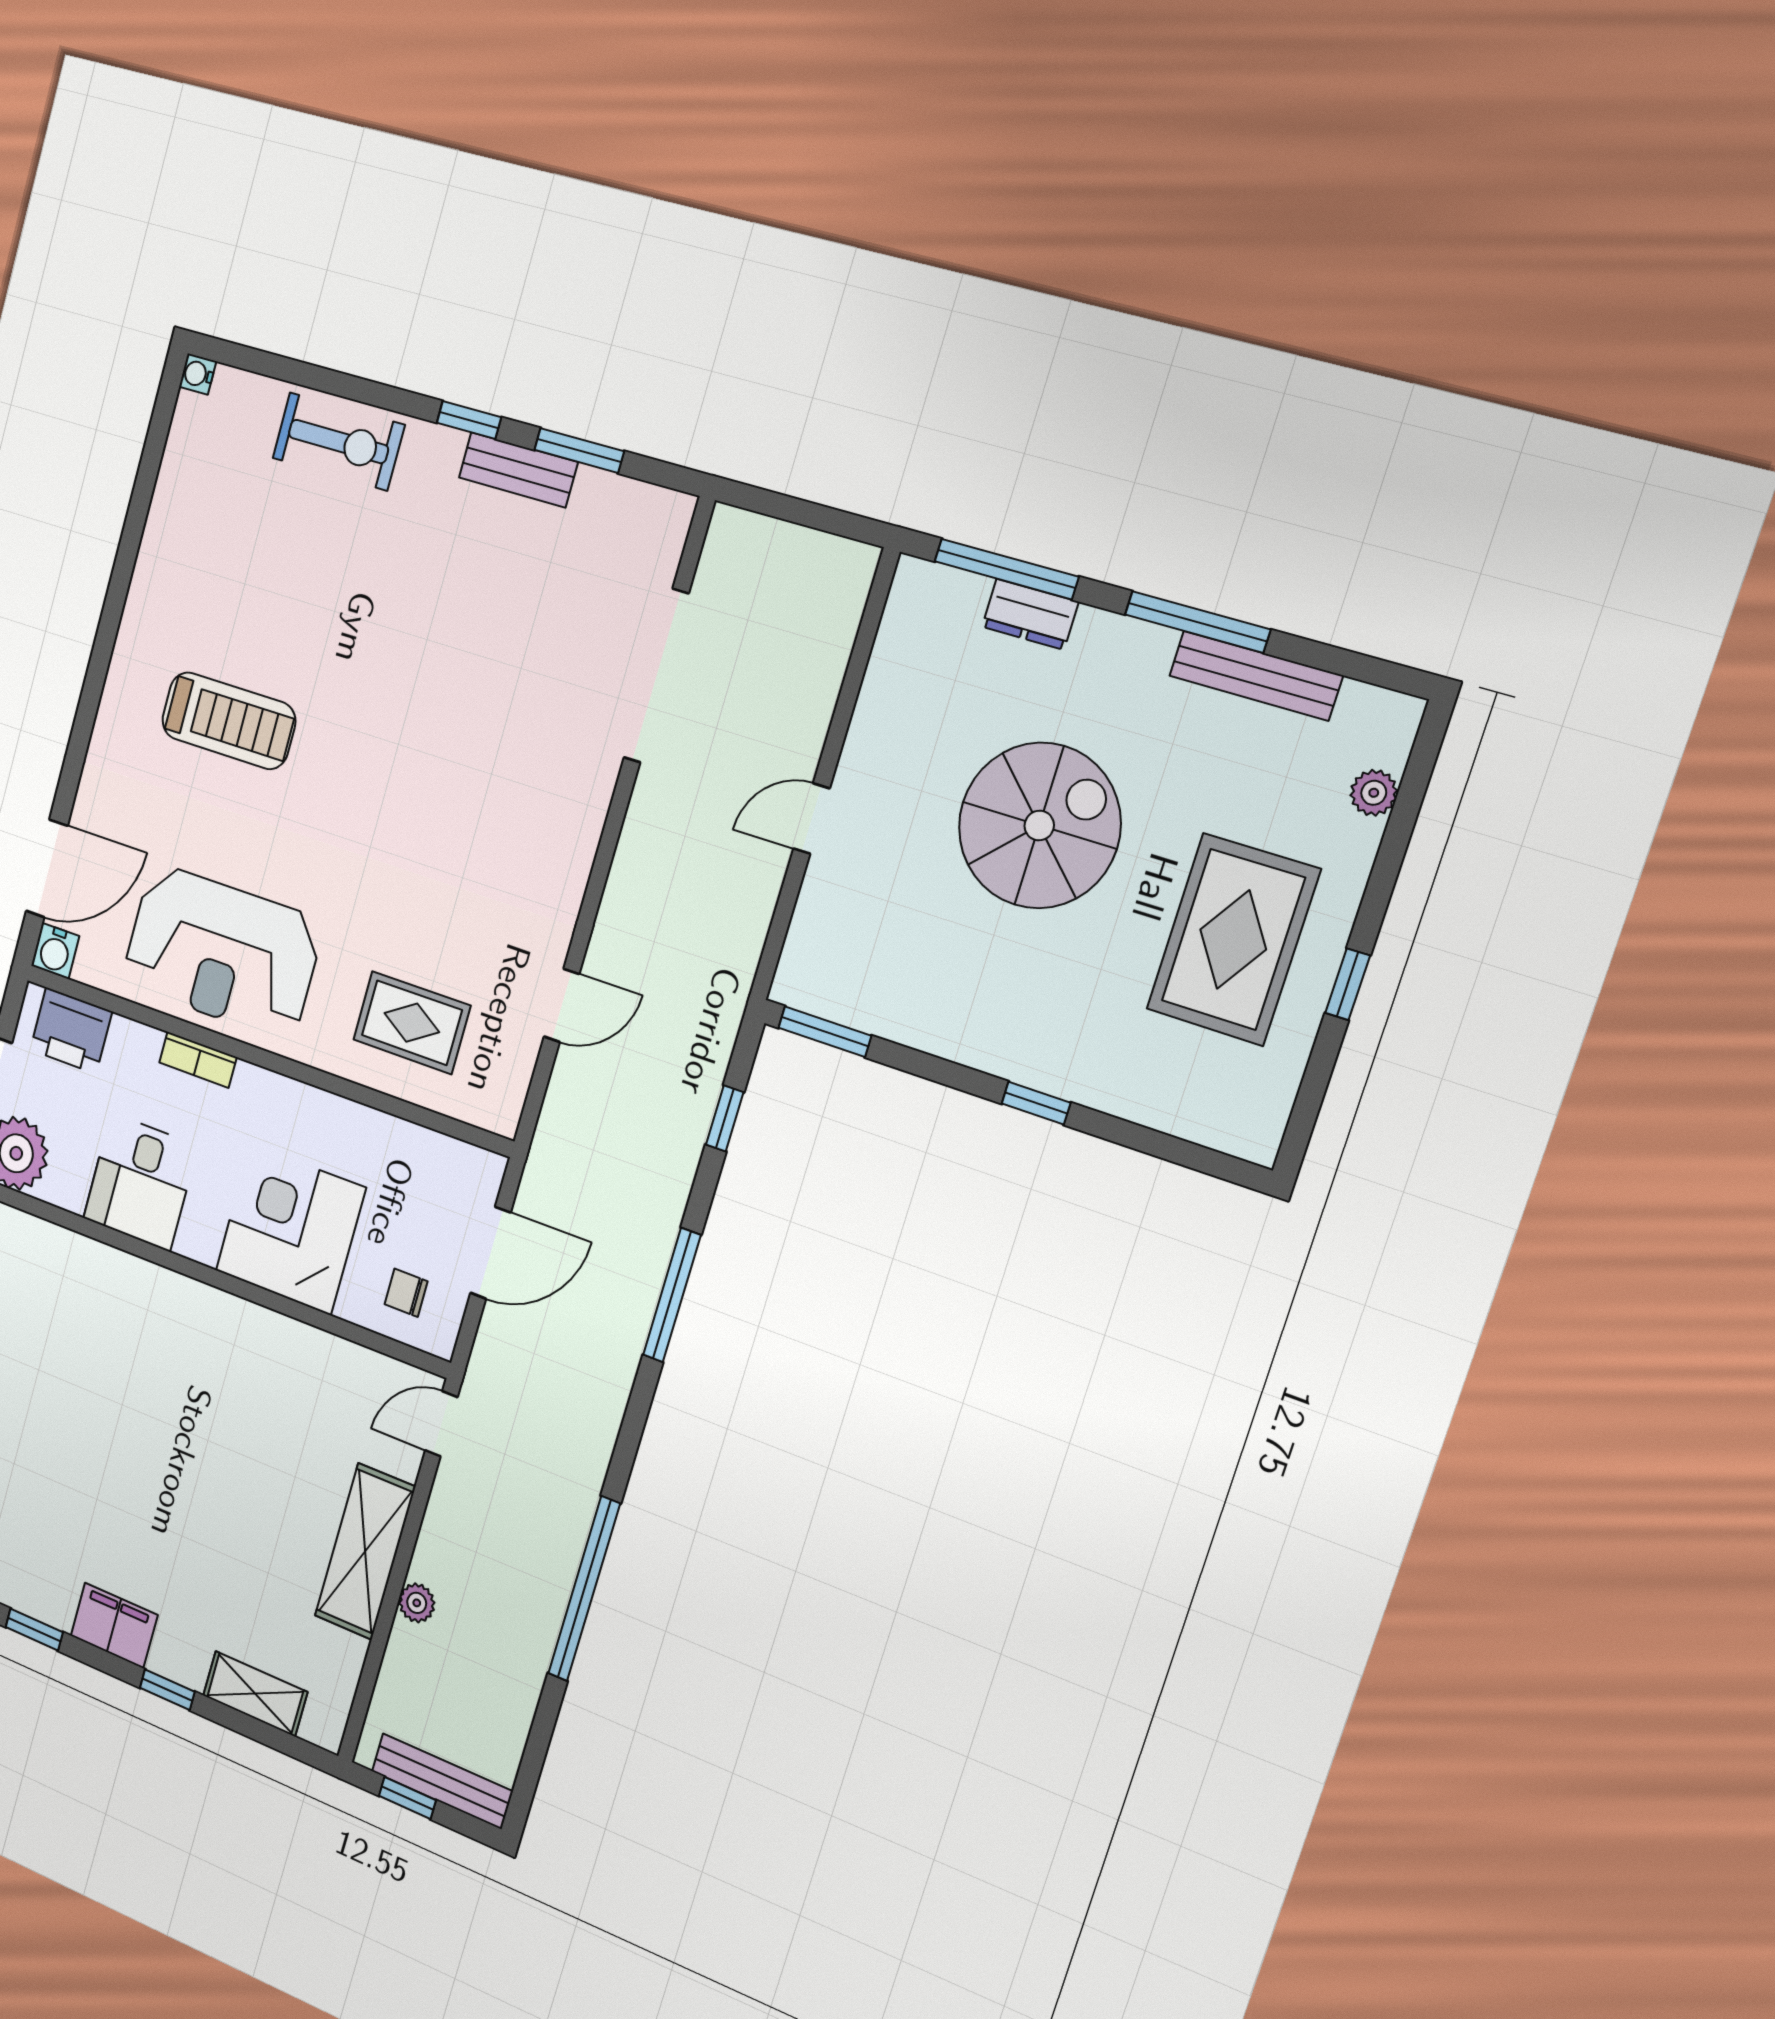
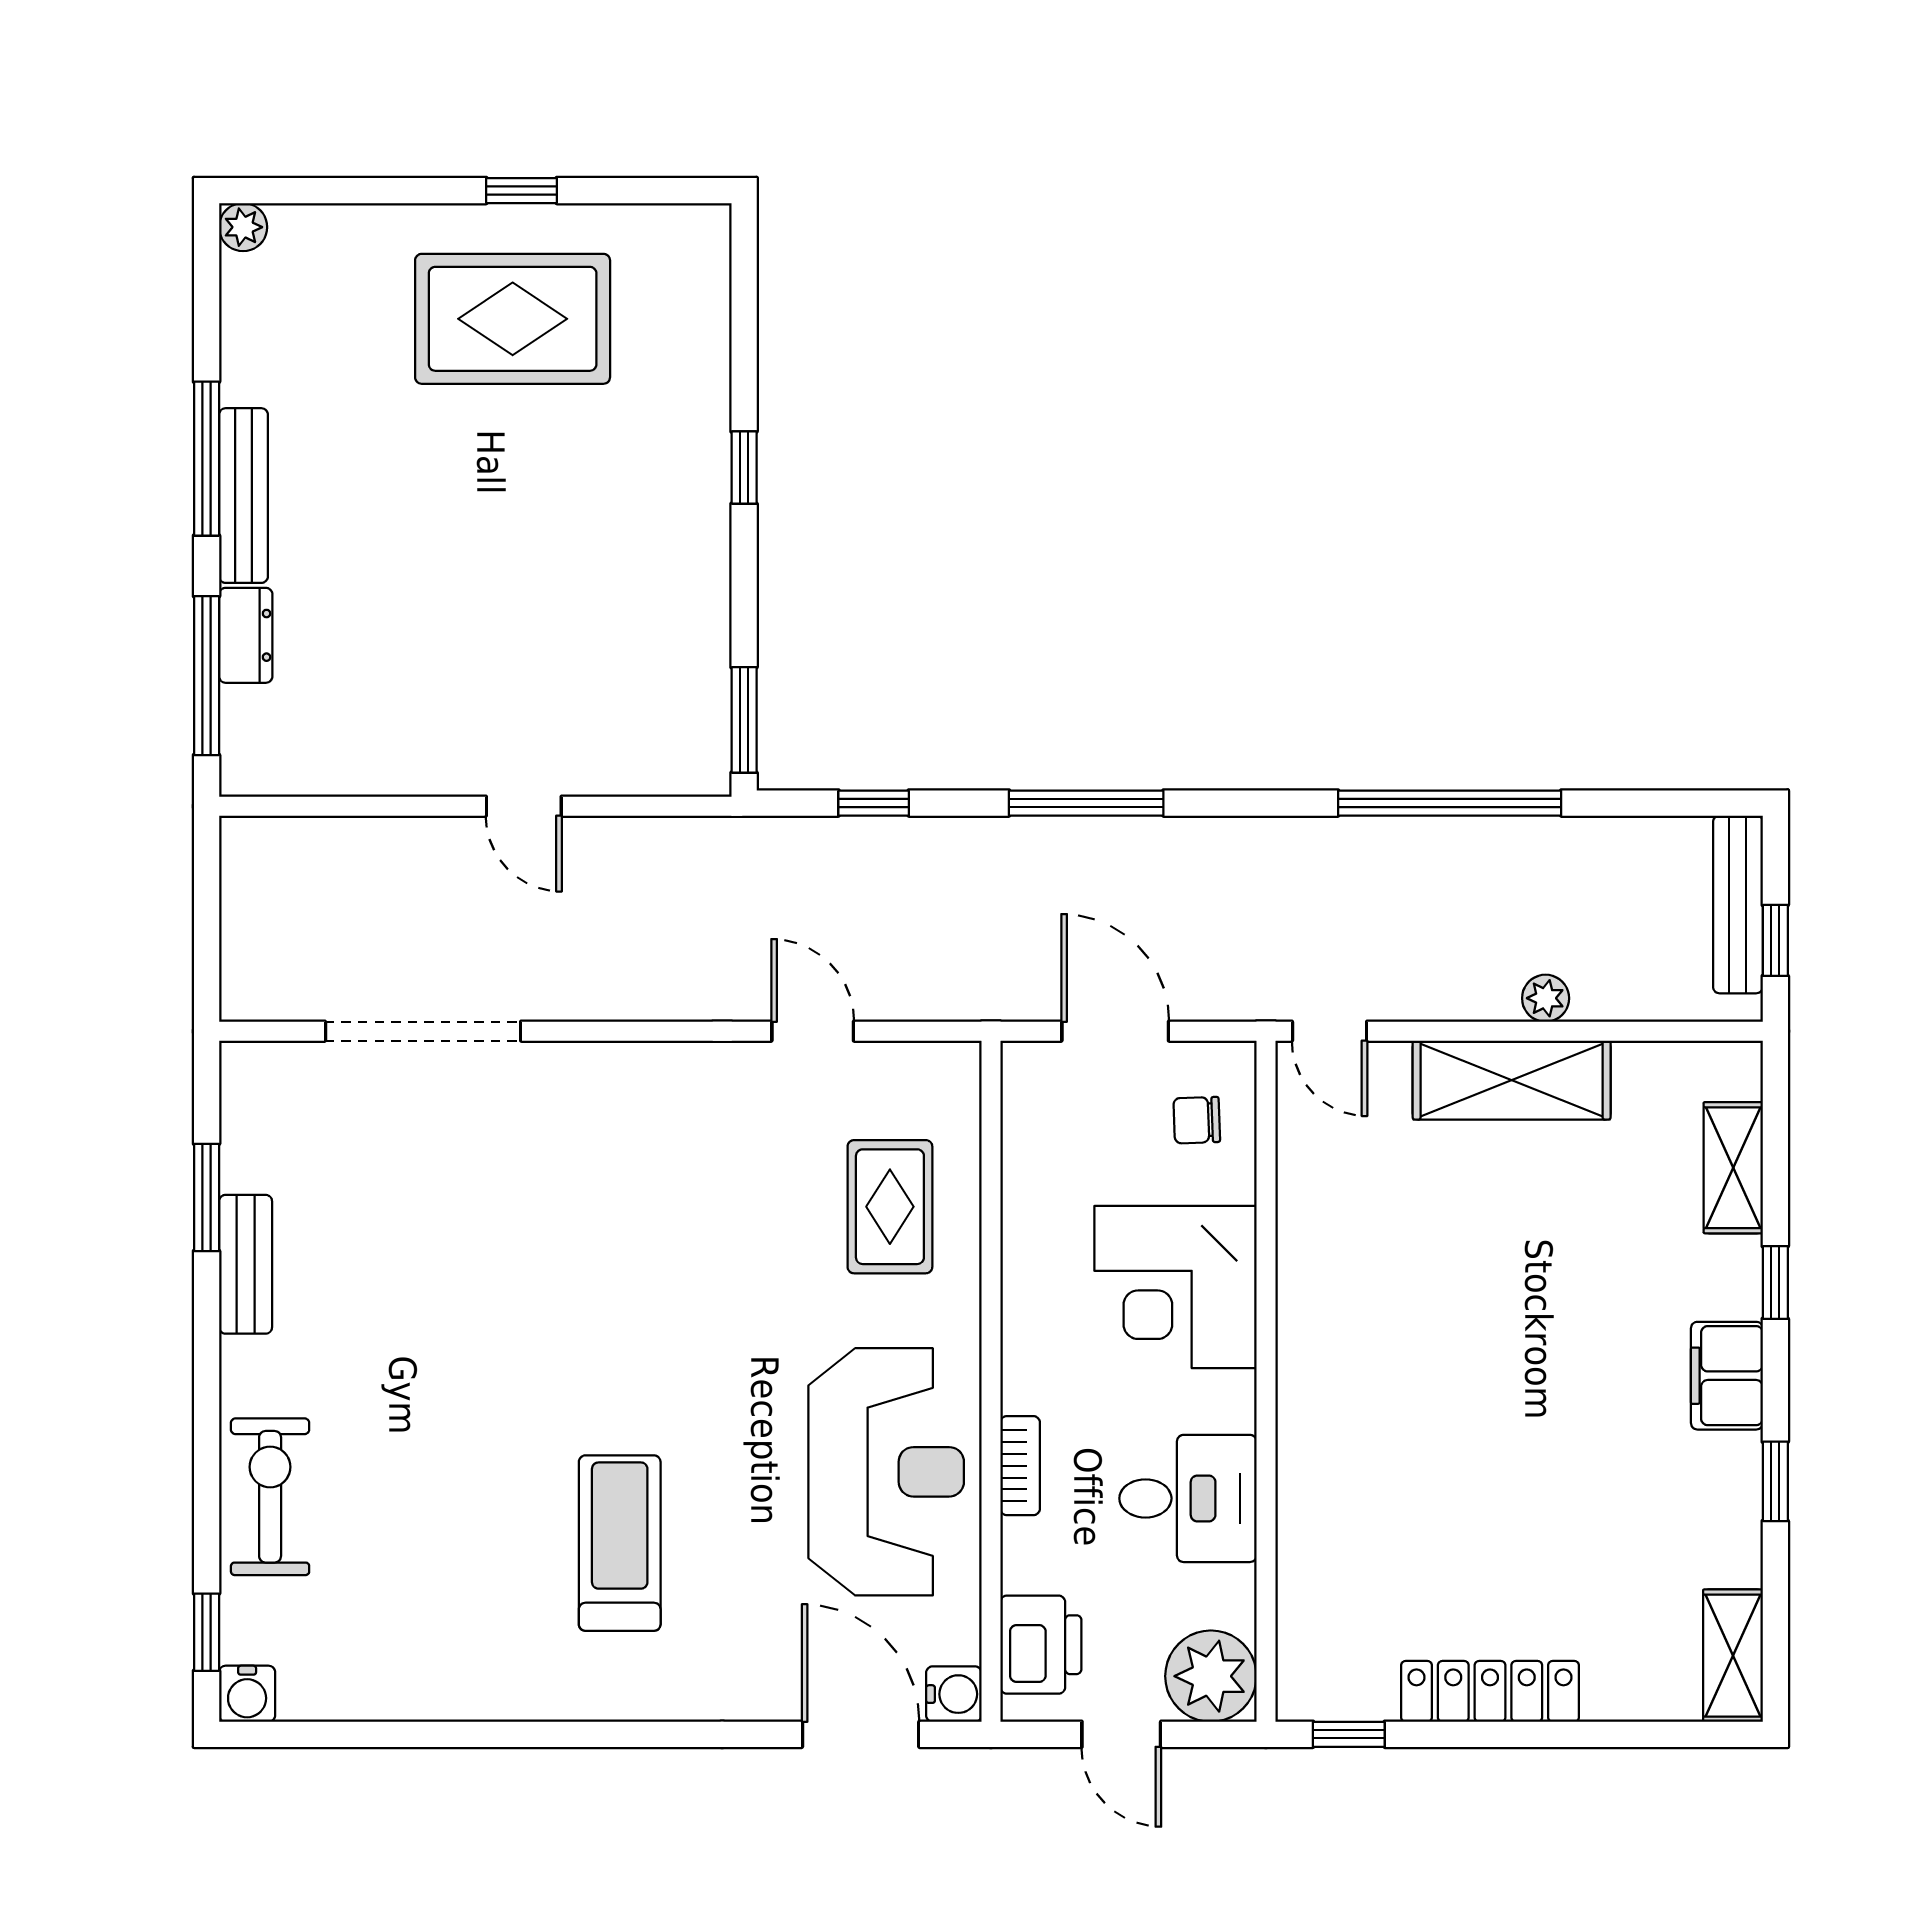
water cooler: (198, 374) -> (247, 1694), width x1.38, depth x1.38
window: (469, 420) -> (207, 1632), moved
bench: (1256, 676) -> (243, 496), moved
plant: (1374, 793) -> (243, 227), moved
spiral stairs: (1039, 826) -> (458, 556), removed
chair: (406, 1293) -> (1197, 1120), turned 88

